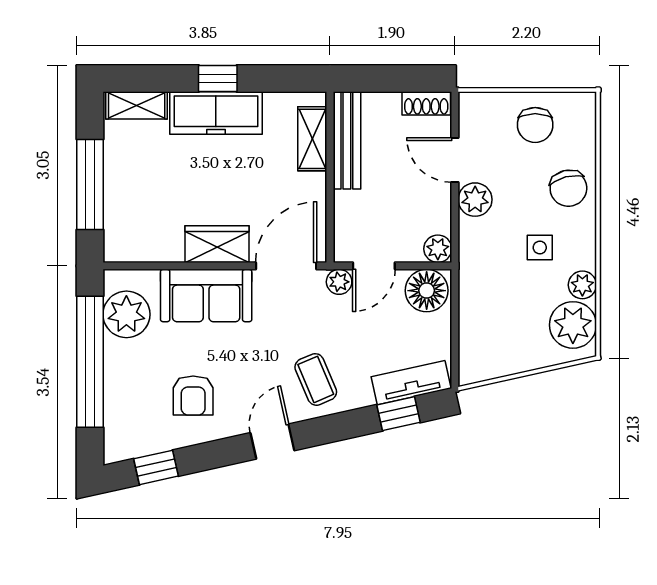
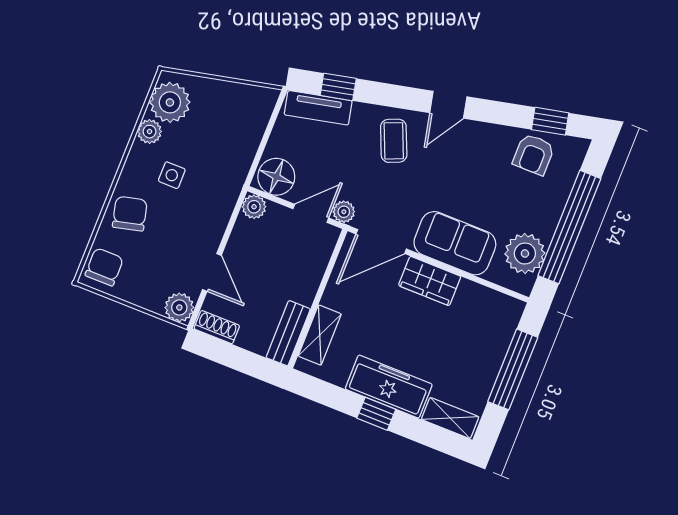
chair: (535, 125) -> (104, 267), moved
bench: (347, 140) -> (288, 333), width x0.73
plant: (475, 200) -> (179, 307), moved
armchair: (193, 395) -> (534, 154), moved, turned 180

